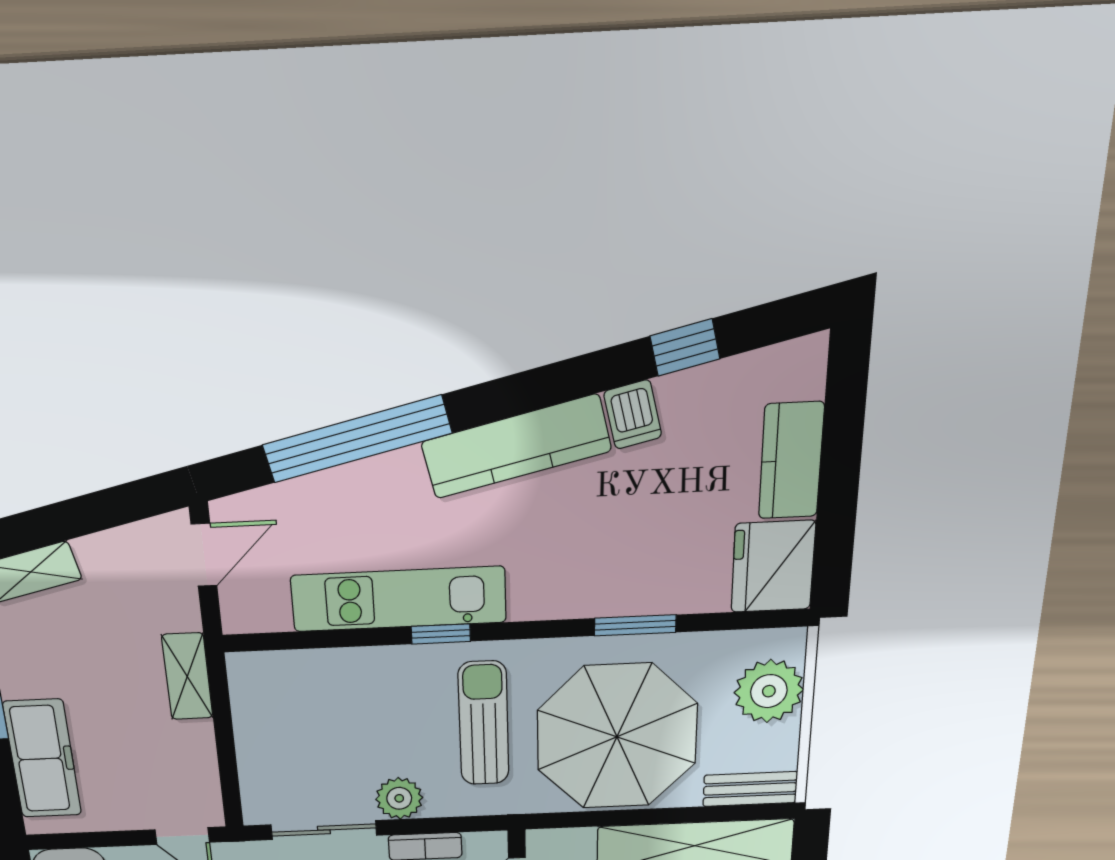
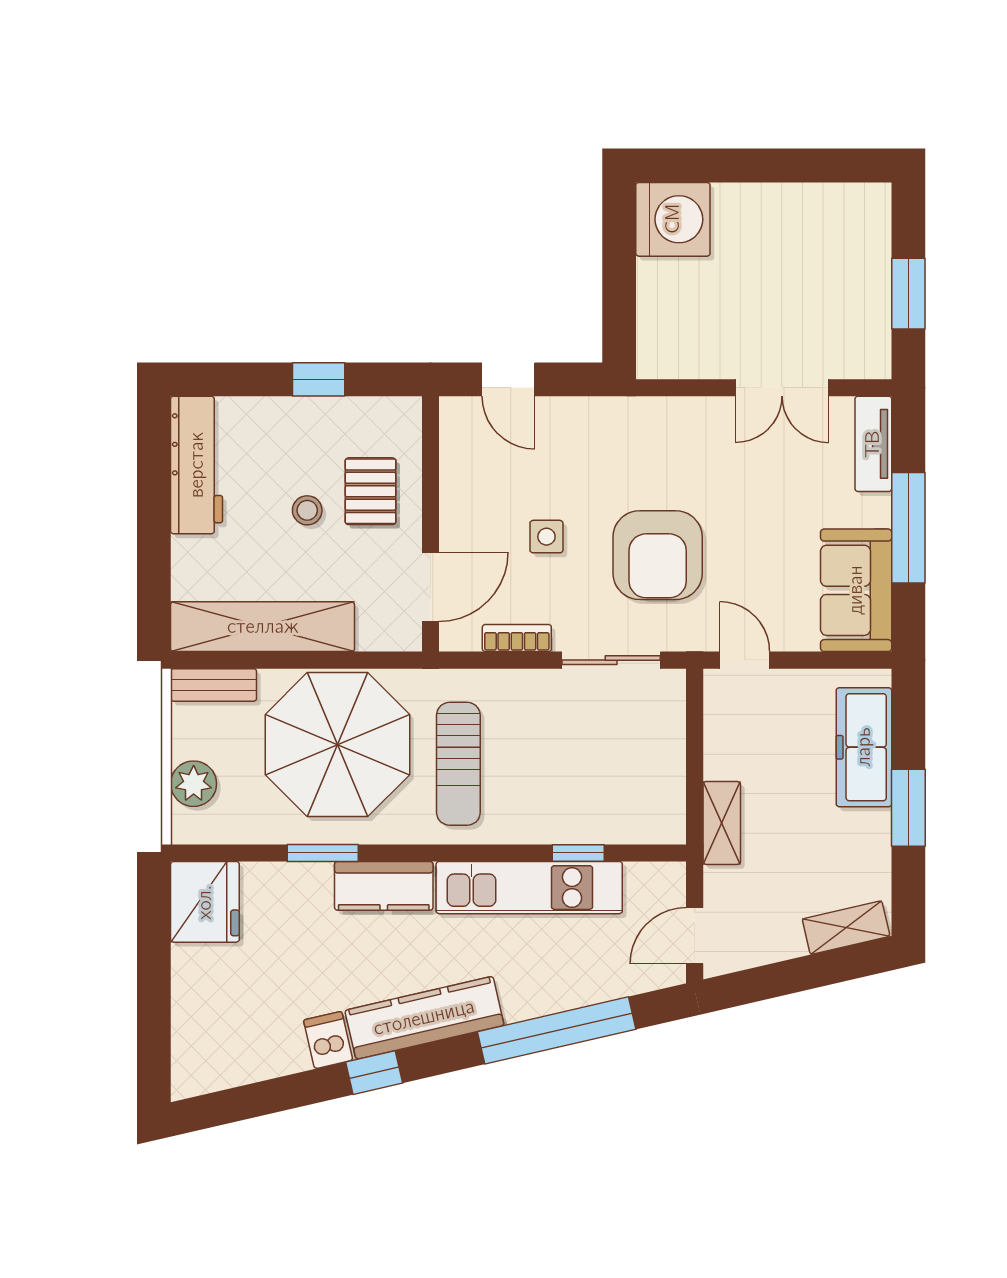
window: (685, 347) -> (374, 1073), moved
kitchen counter: (791, 461) -> (384, 886), moved, turned 90
window: (441, 634) -> (578, 853), moved
plant: (769, 691) -> (194, 784), width x0.73, depth x0.73
plant: (399, 798) -> (539, 691), removed

